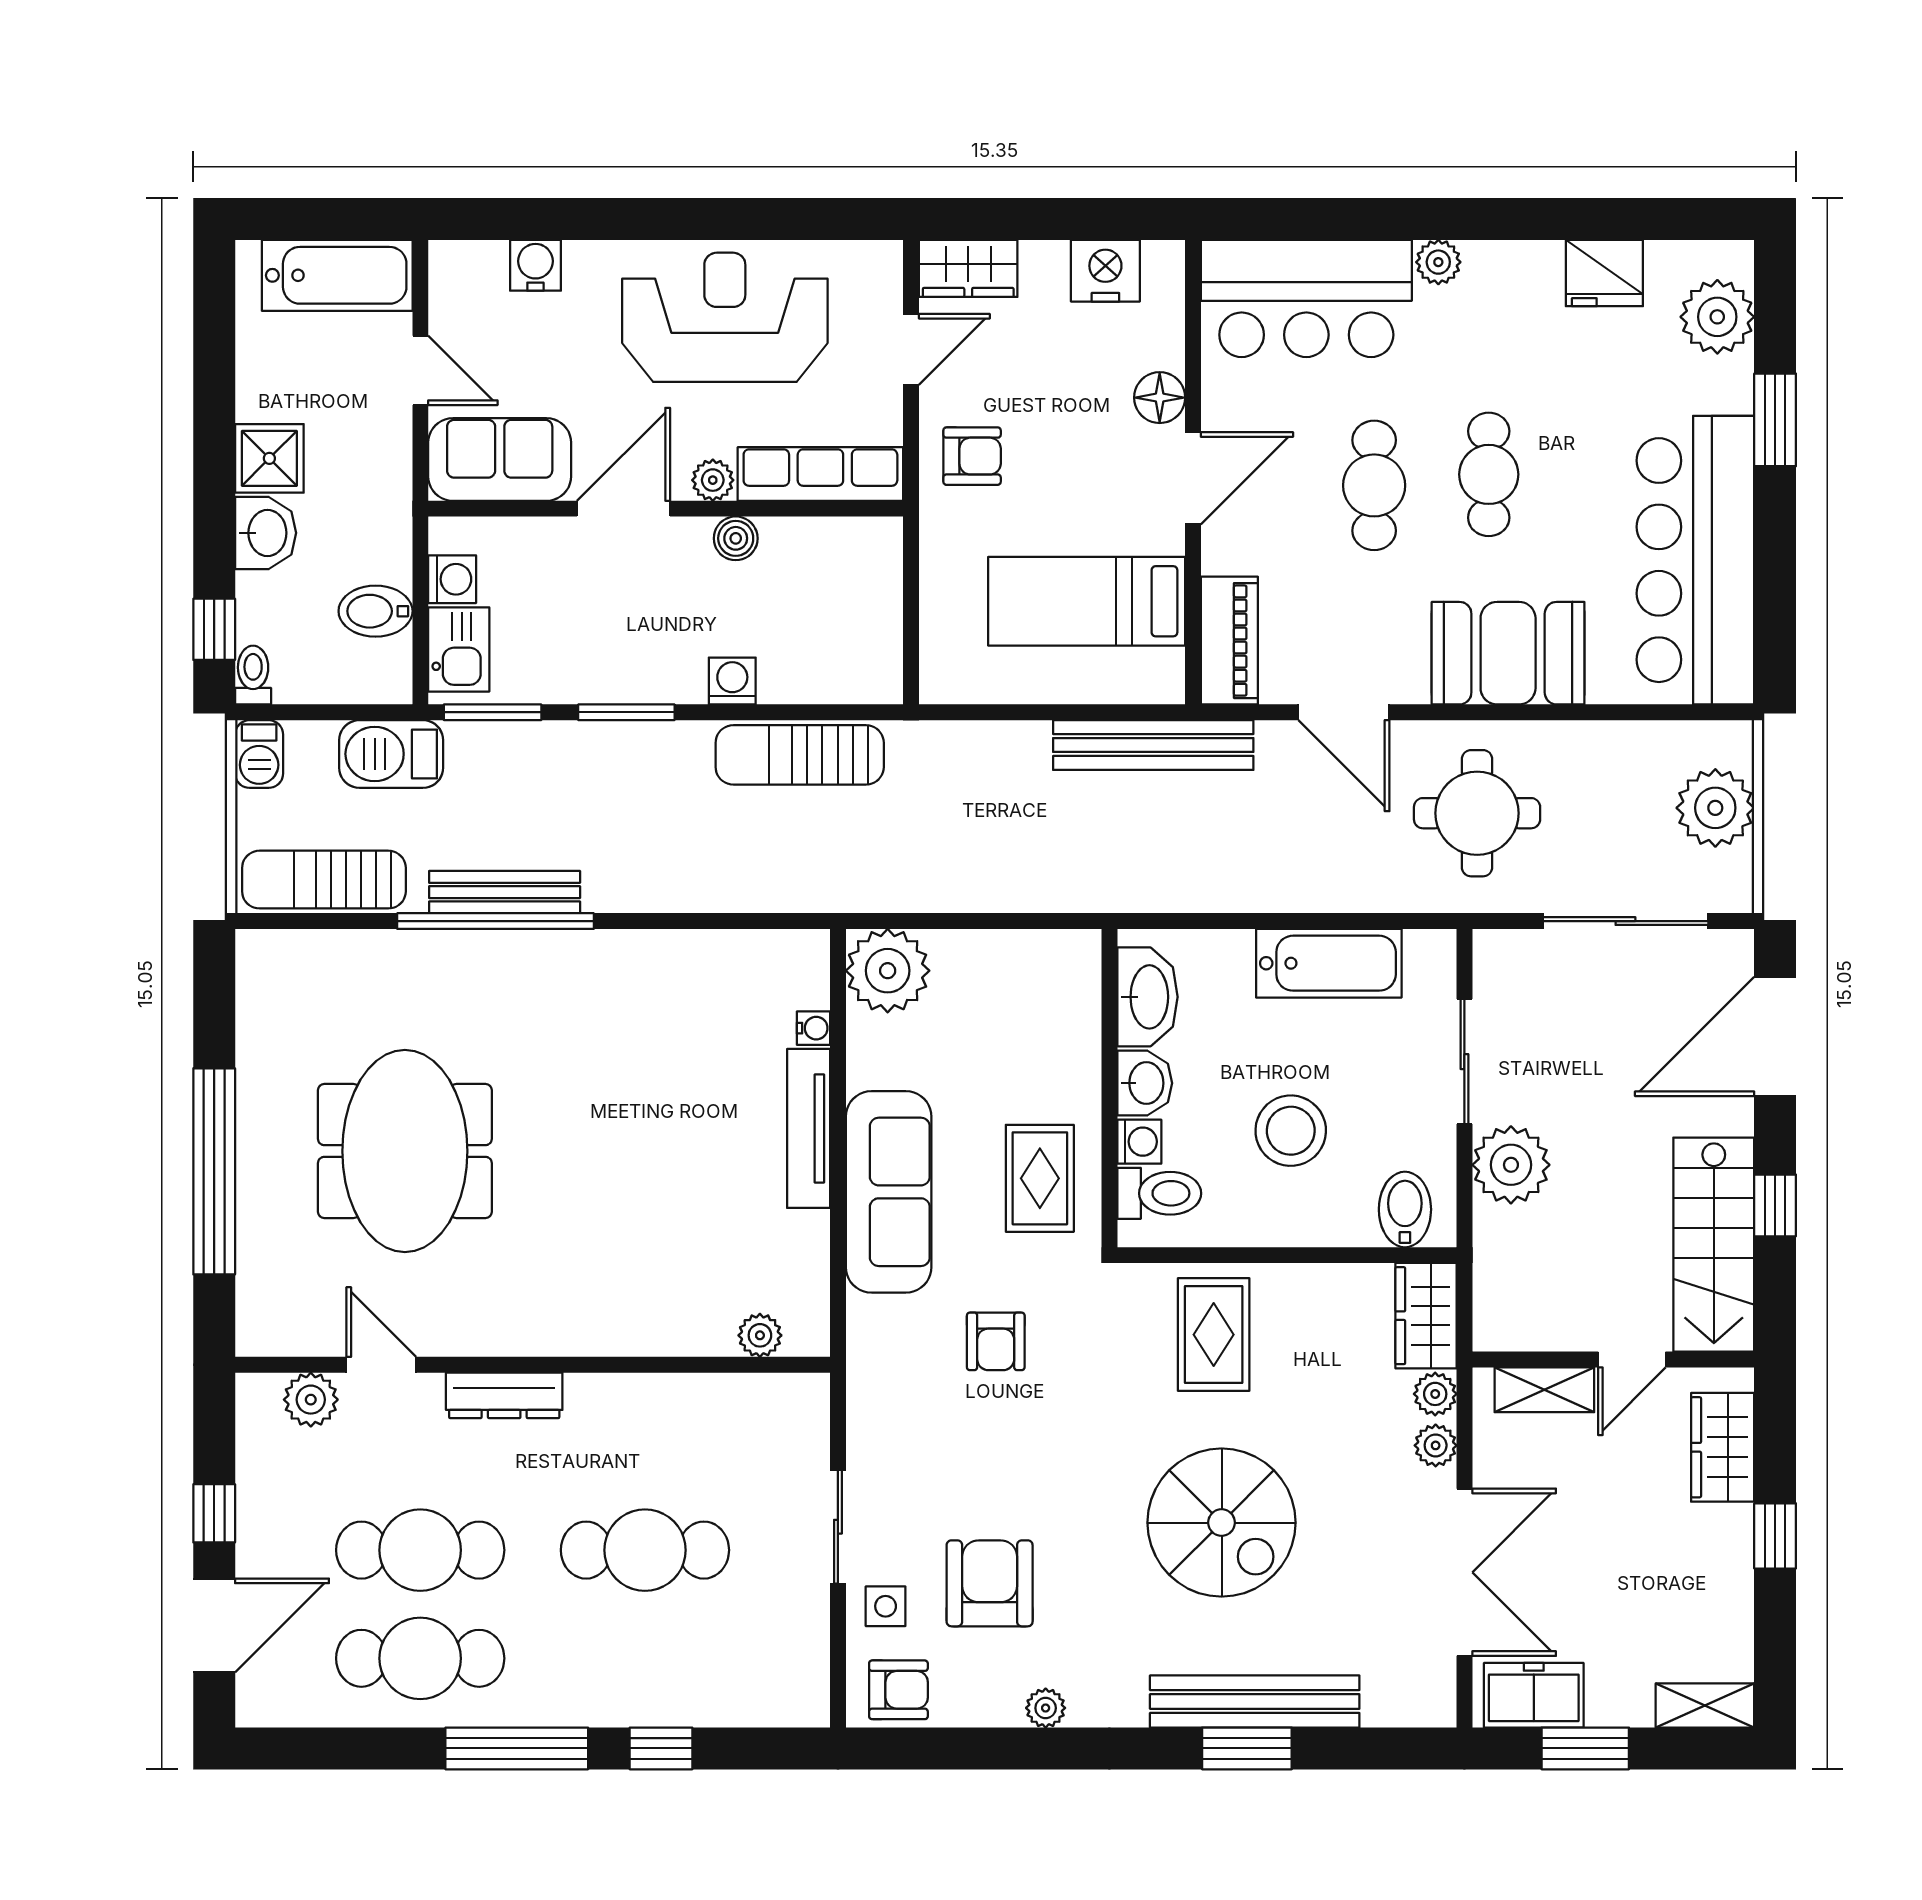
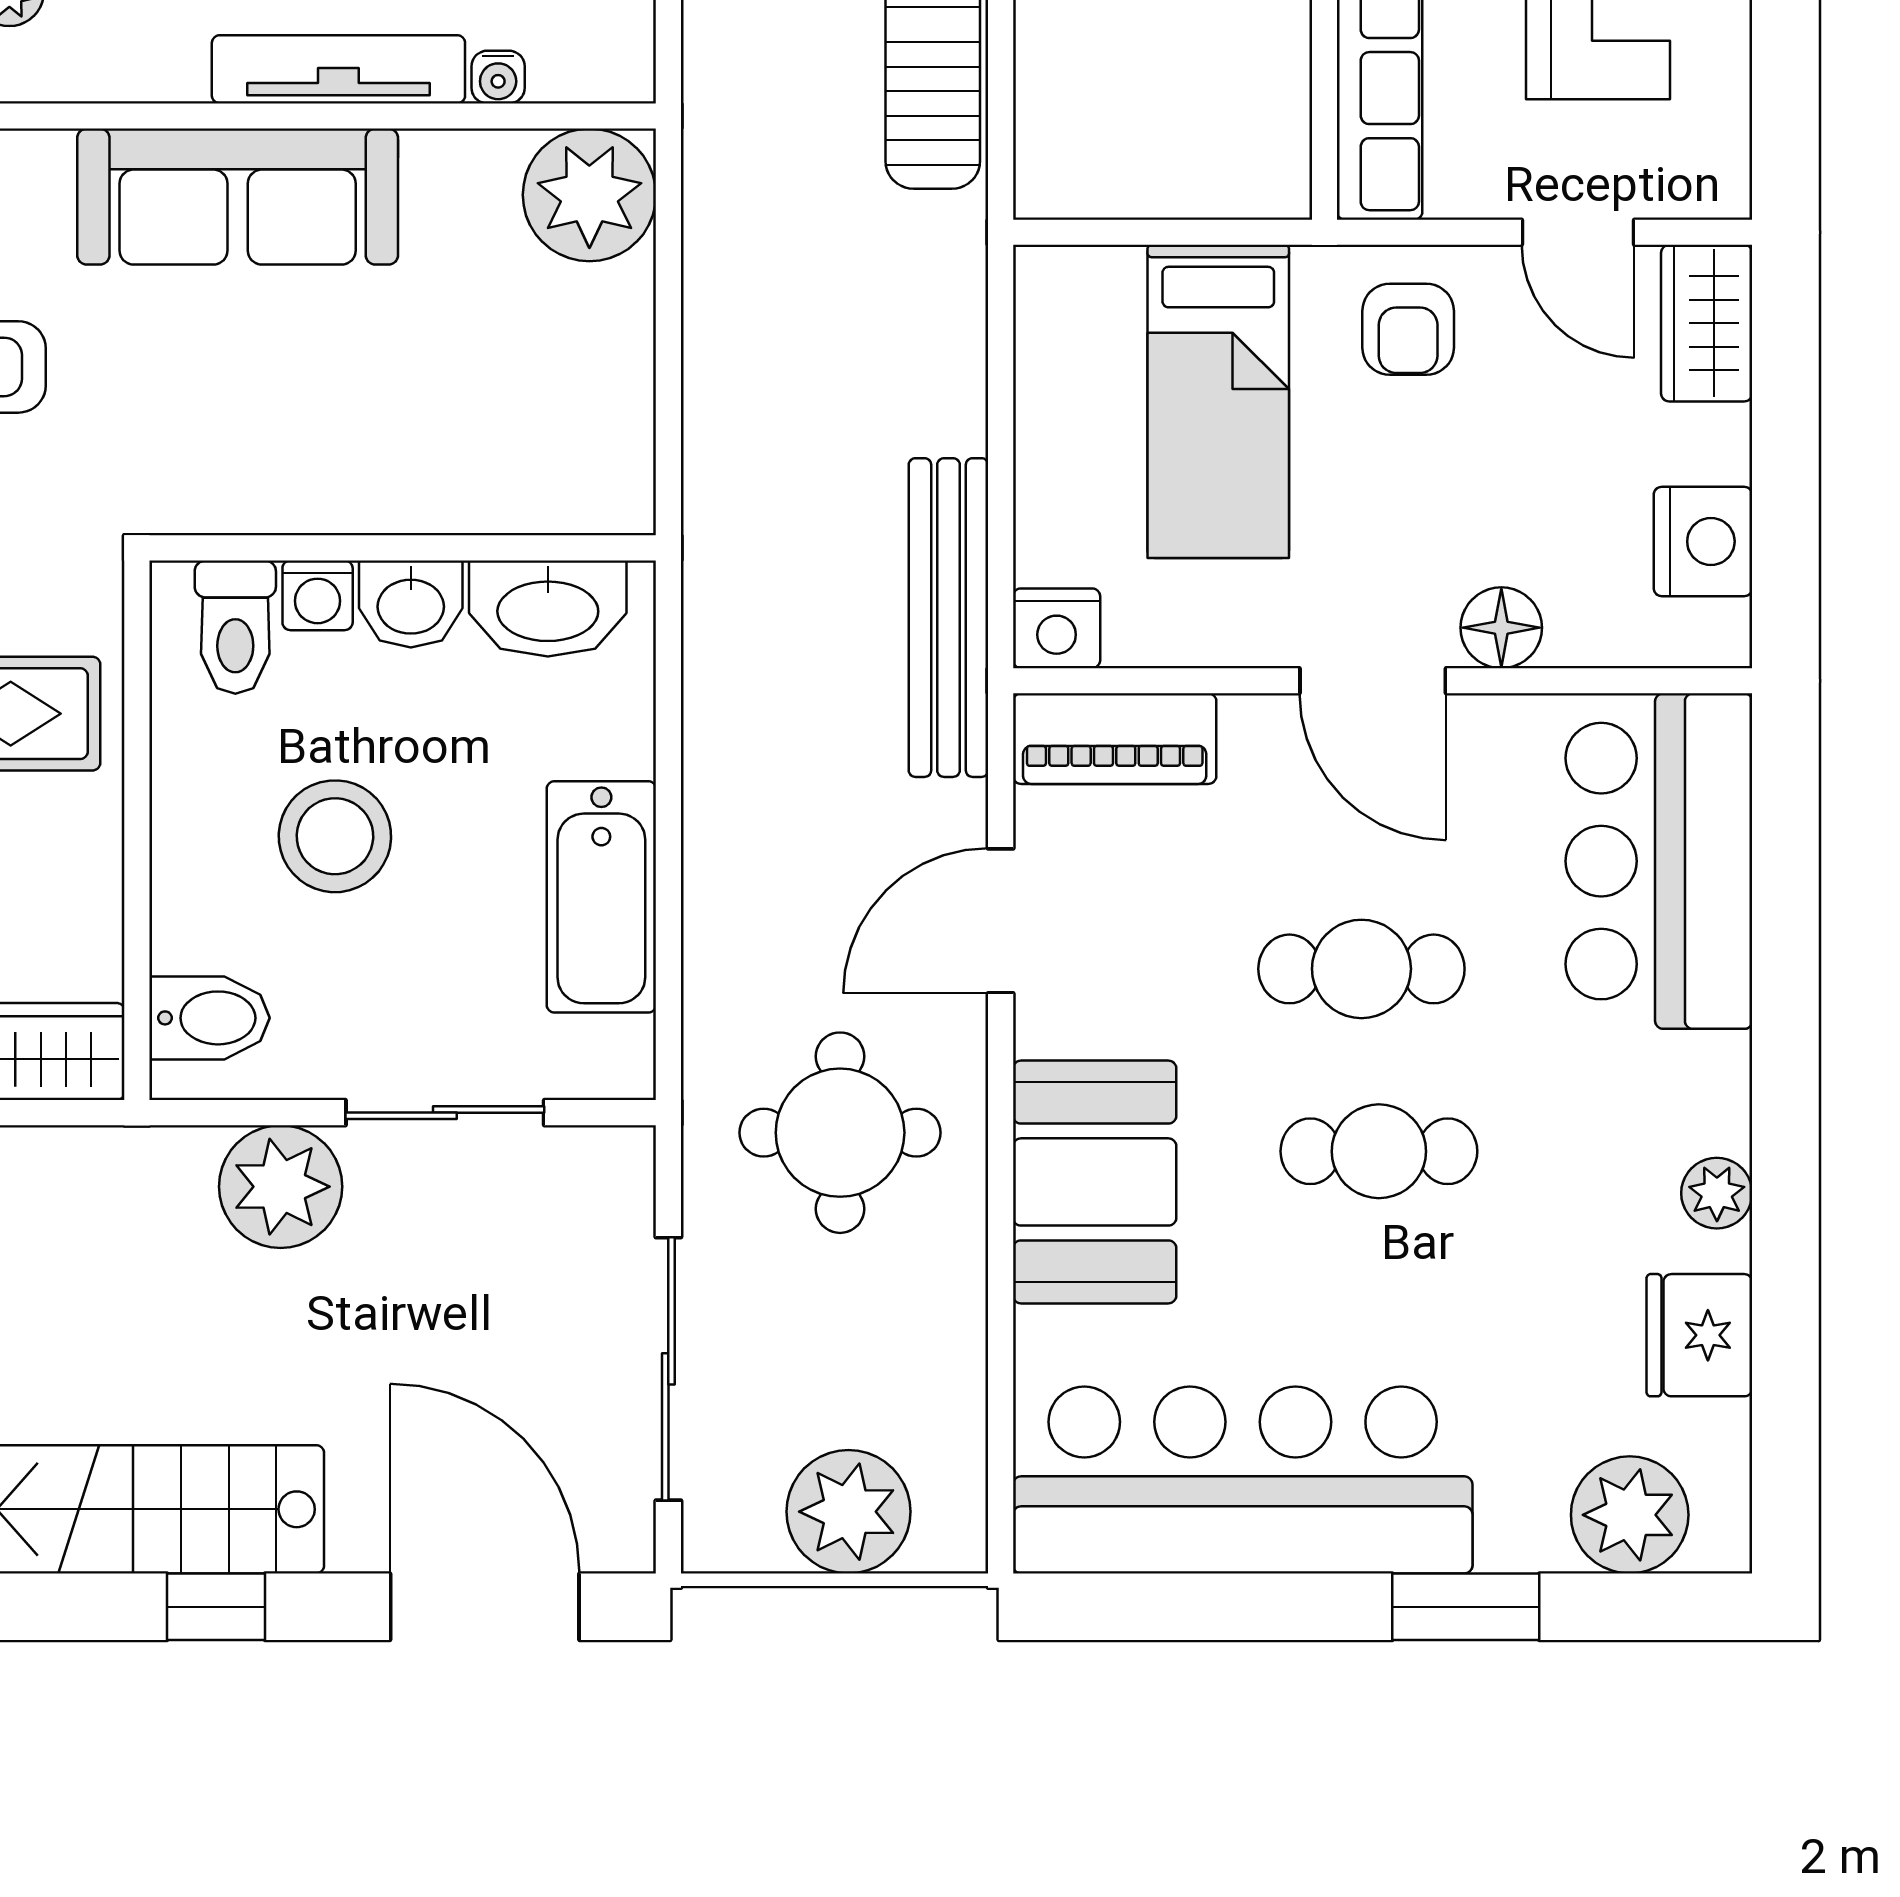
plant: (1438, 262) -> (1717, 1193), moved
bed: (1087, 601) -> (1218, 401), moved, turned 180
nightstand: (1160, 677) -> (1057, 628), added
rug: (1040, 1178) -> (259, 437), removed

